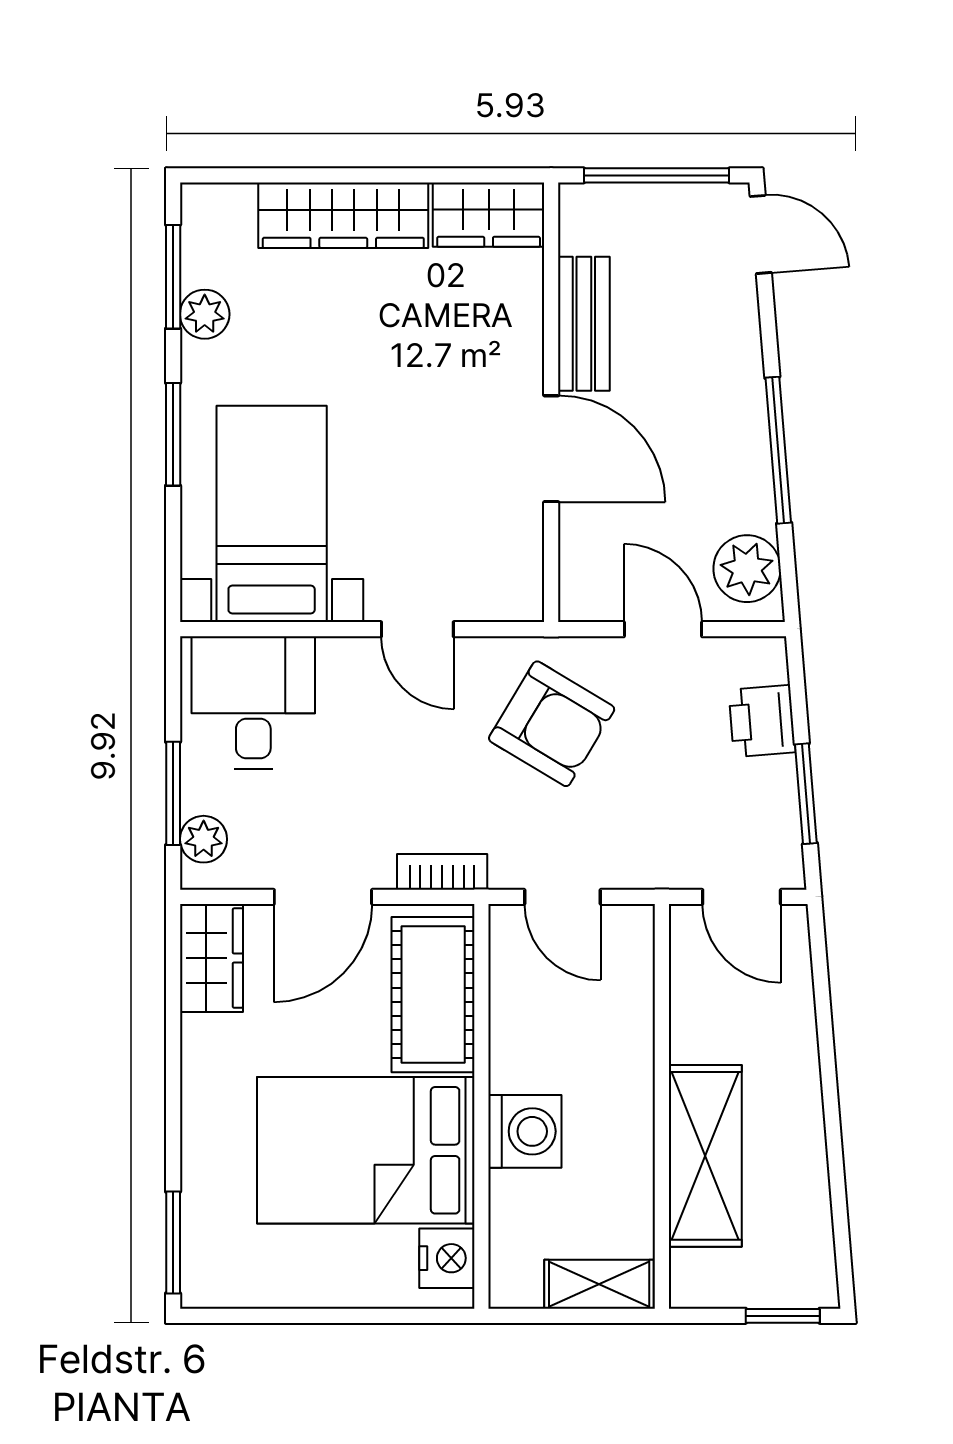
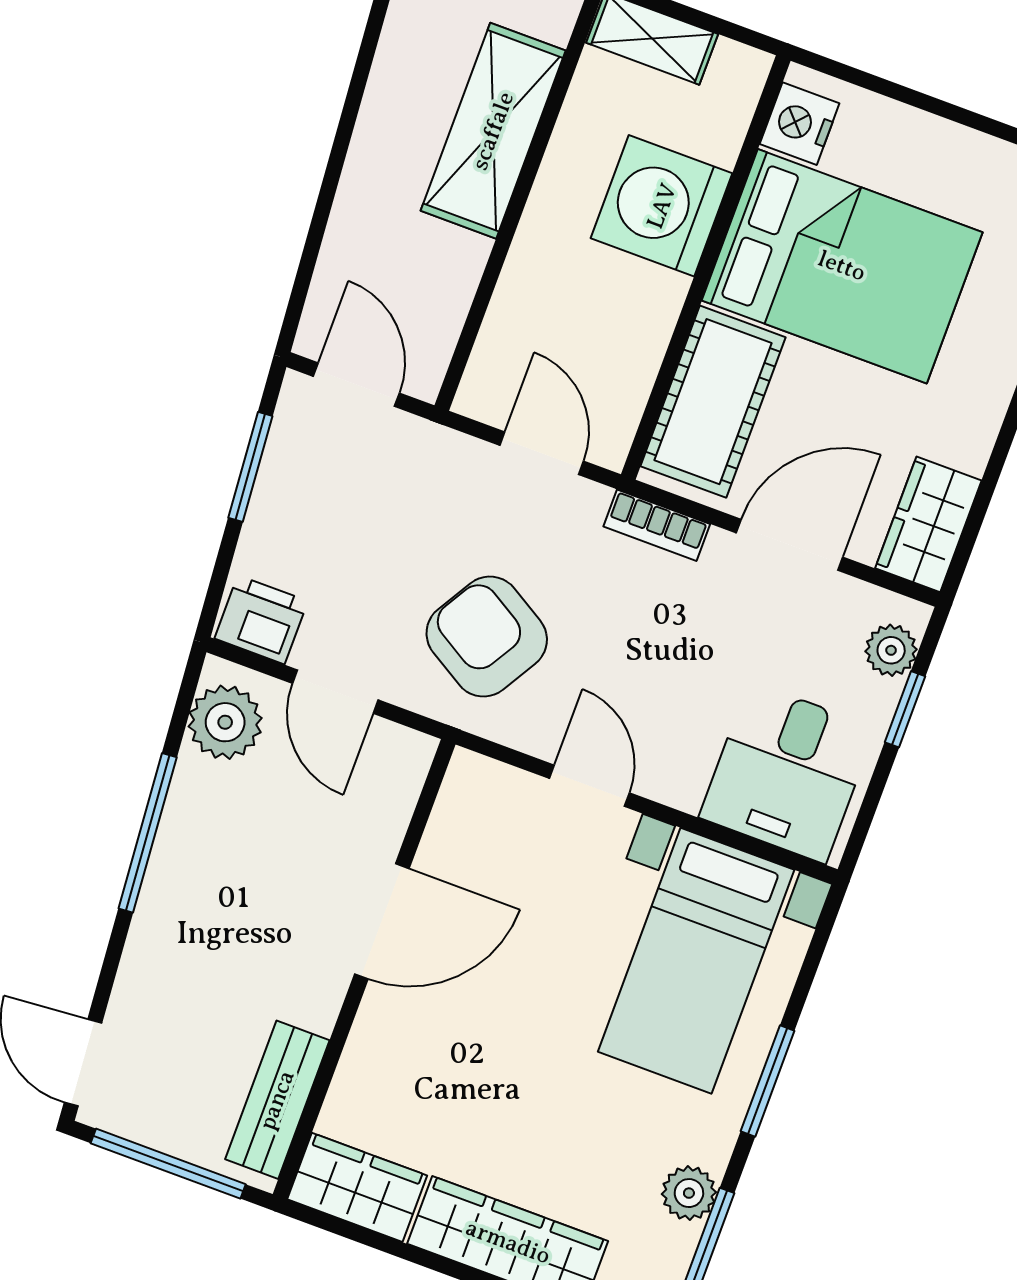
bench: (584, 324) -> (277, 1100), moved
door: (551, 449) -> (382, 921), swing flipped
printer: (762, 721) -> (261, 620), moved, turned -85
window: (173, 793) -> (905, 709), width x0.67
washing machine: (525, 1131) -> (662, 206), width x1.37, depth x1.37

